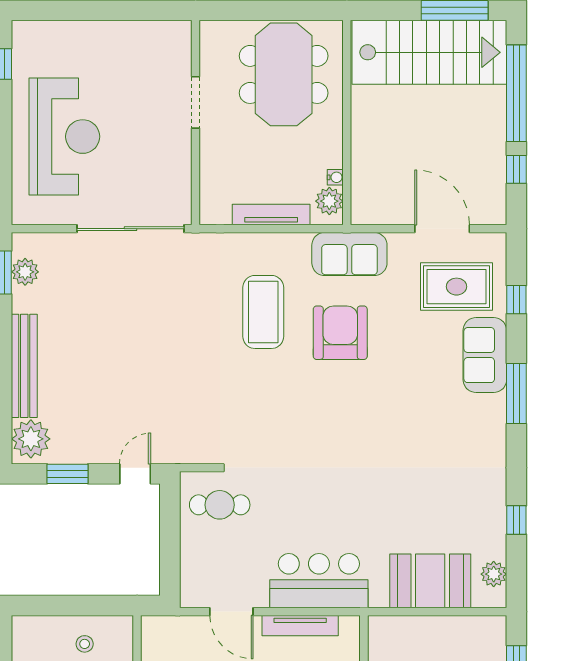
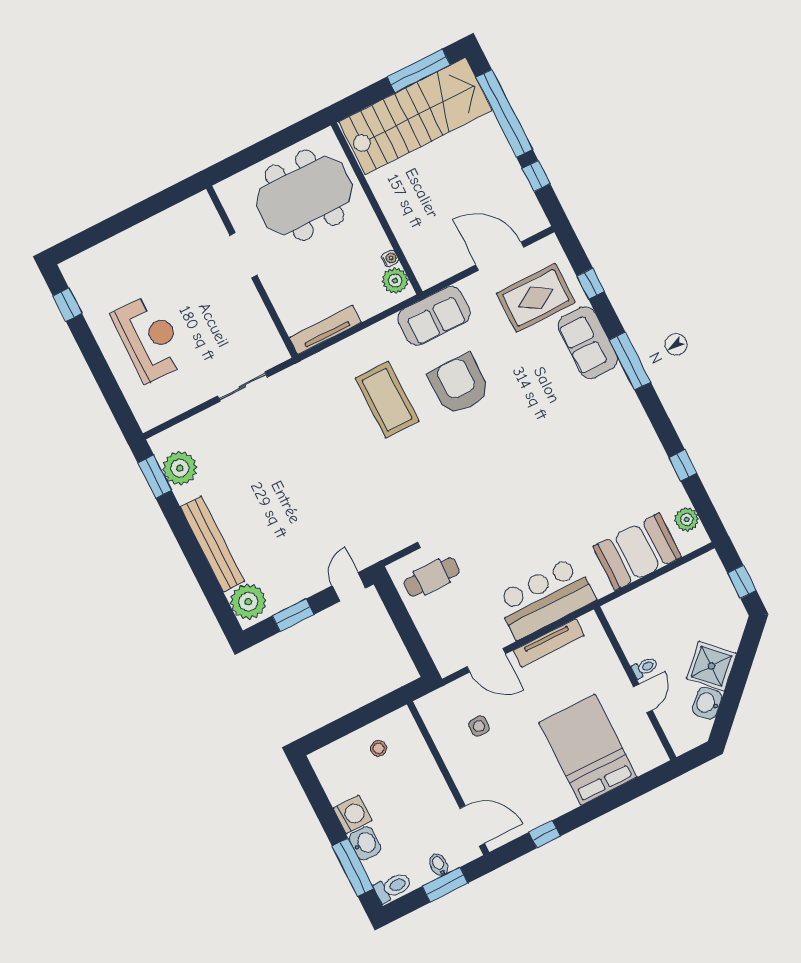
meeting table: (284, 74) -> (304, 195), turned 90
reception desk: (64, 137) -> (149, 338), width x0.74, depth x0.77
tv unit: (271, 215) -> (325, 330), moved
sliding door: (131, 229) -> (243, 387), width x0.54
plant: (25, 272) -> (180, 468), width x1.36, depth x1.36

